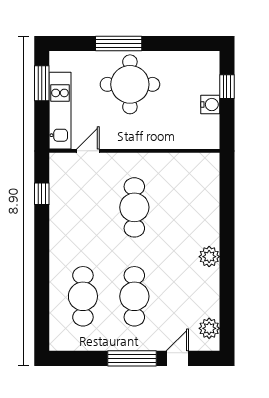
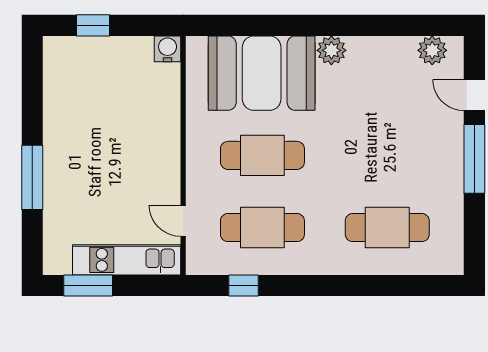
round table: (130, 84) -> (90, 162), removed
water cooler: (210, 105) -> (168, 49), moved
booth: (193, 207) -> (262, 73), added
cafe table: (134, 296) -> (262, 228), moved

